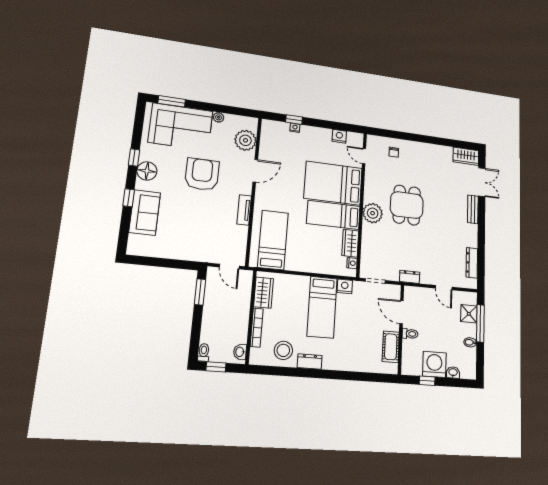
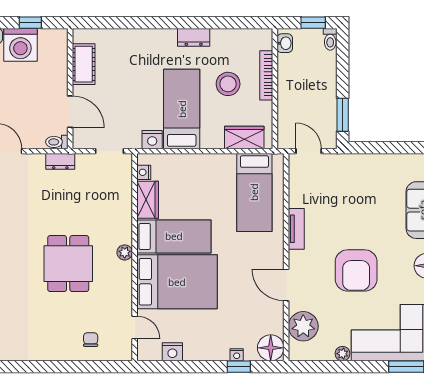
floor lamp: (270, 129) -> (271, 348), added
door: (255, 171) -> (286, 285), hinge flipped
plant: (373, 213) -> (125, 252), width x0.53, depth x0.53
wardrobe: (264, 293) -> (244, 137), moved, turned 90
toilet: (410, 334) -> (57, 142), moved
stool: (283, 350) -> (228, 84), moved

